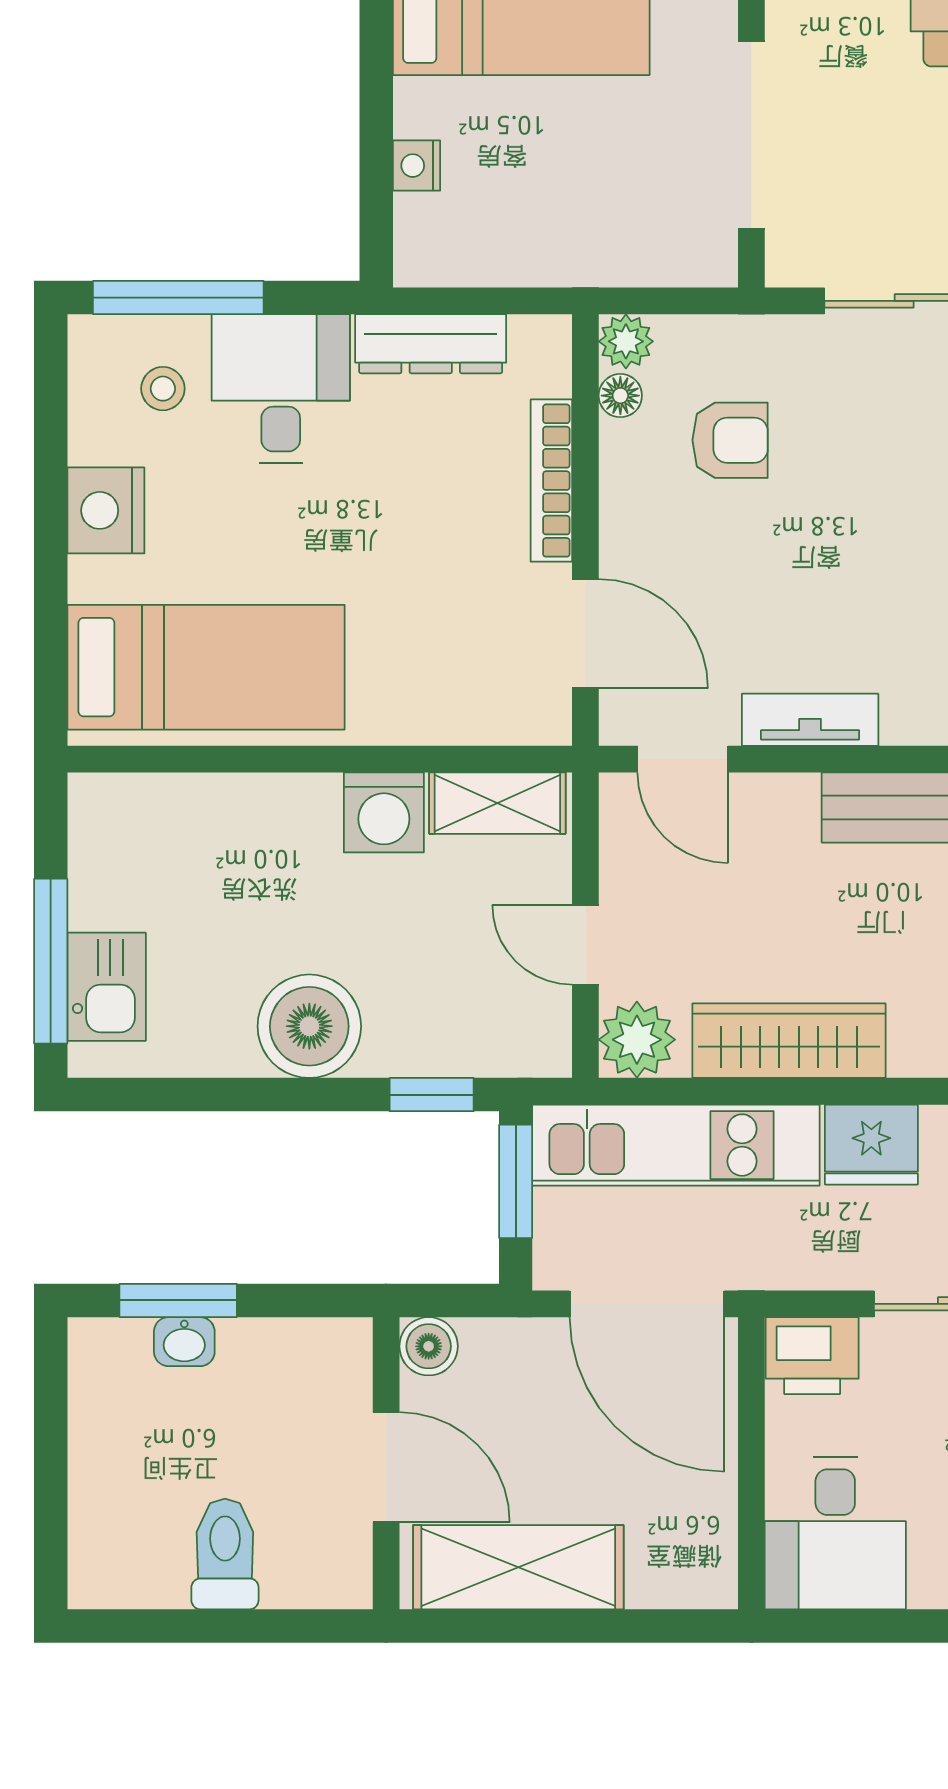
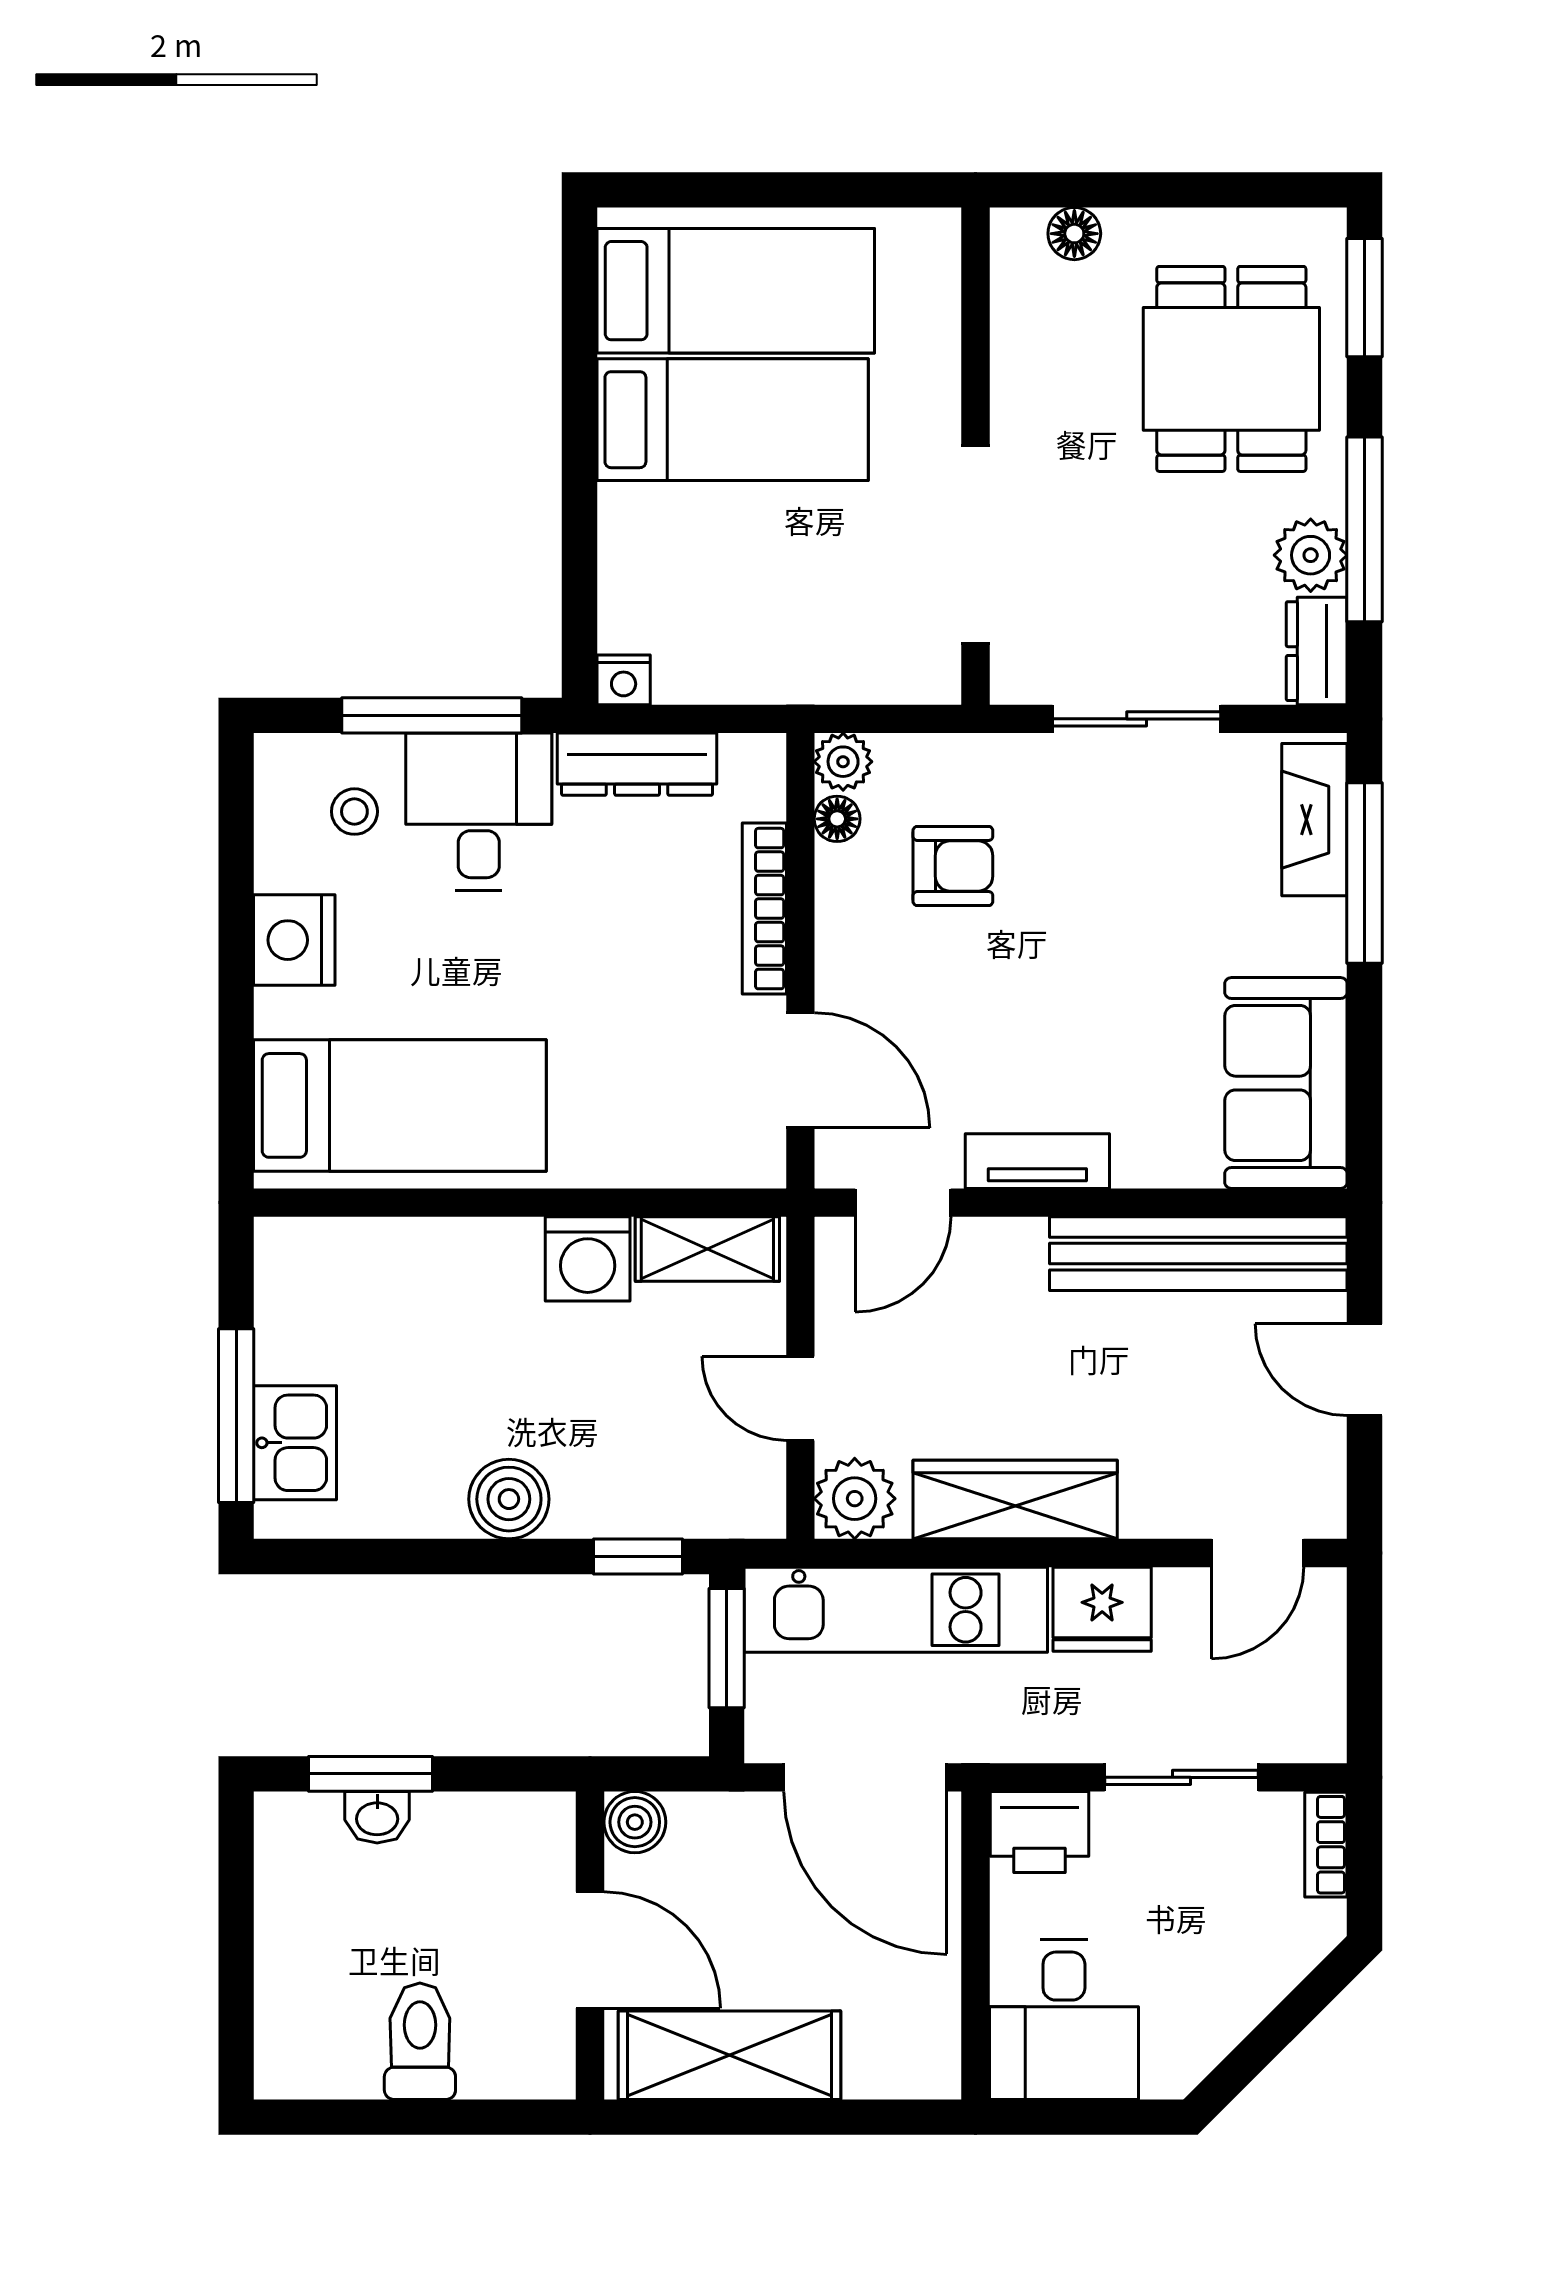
nightstand: (416, 166) -> (624, 680), moved, turned -90
window: (178, 298) -> (432, 715), moved
door: (683, 759) -> (903, 1203), hinge flipped
boiler: (309, 1026) -> (509, 1499), width x0.73, depth x0.73

